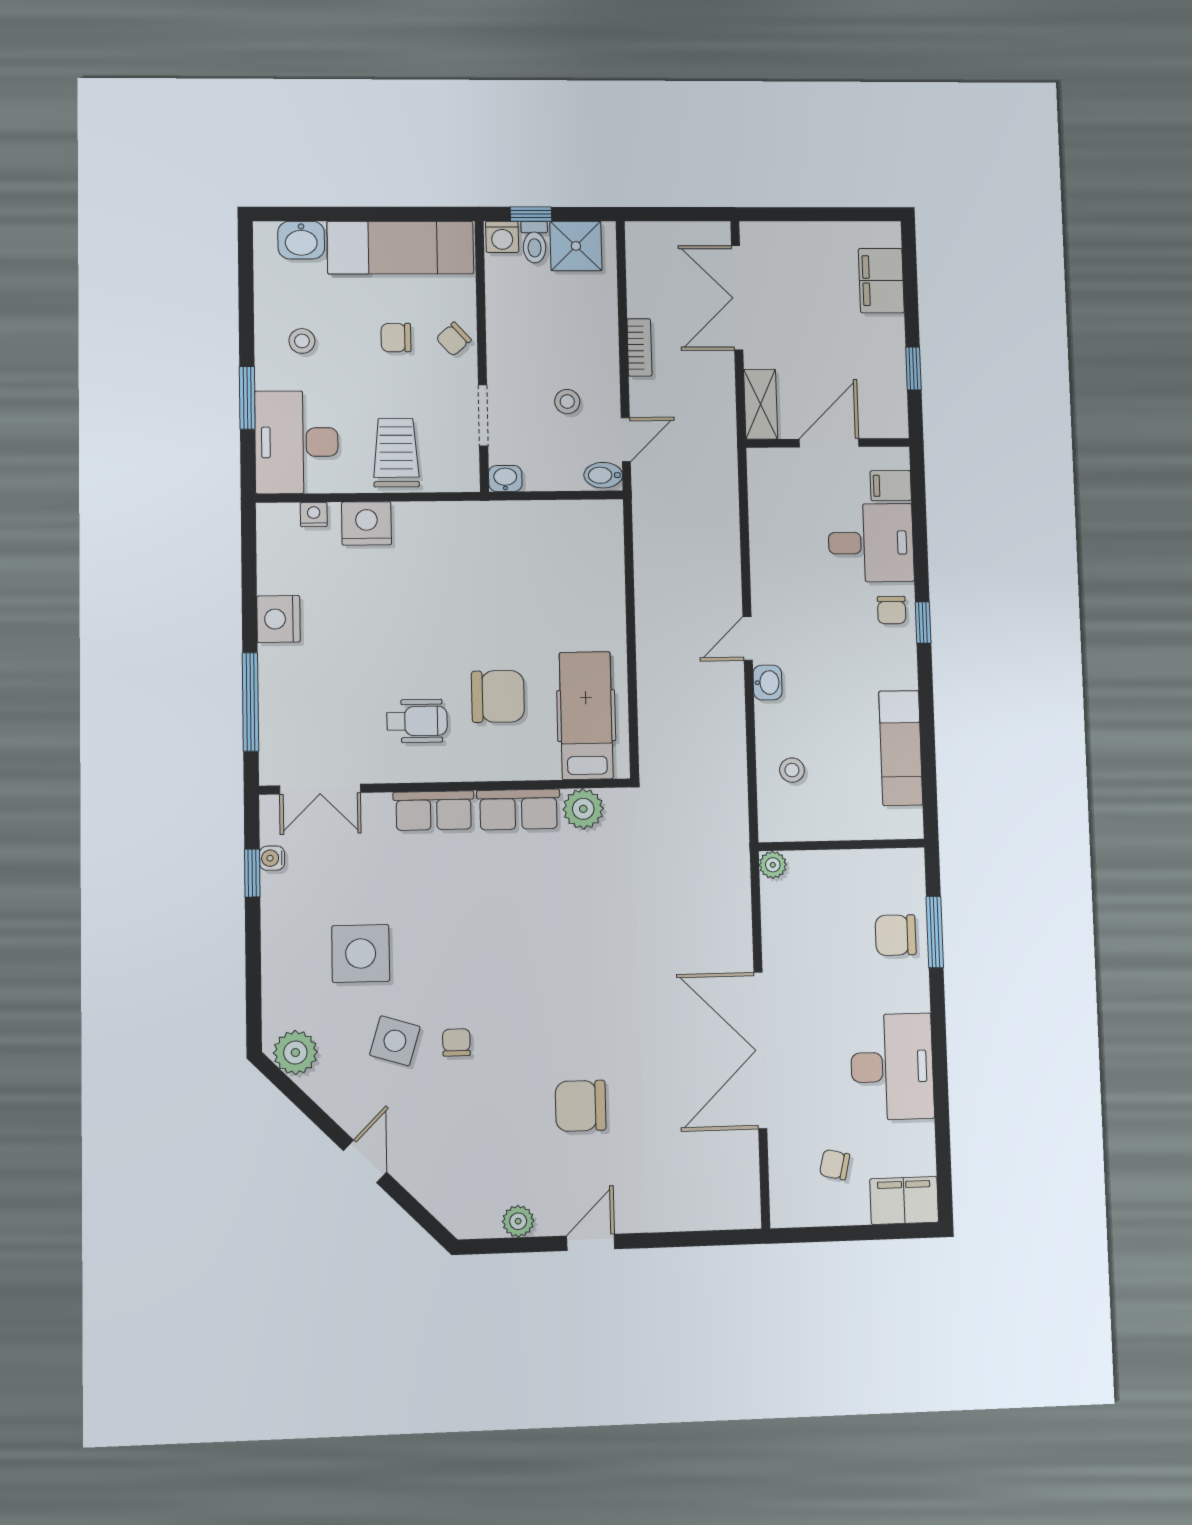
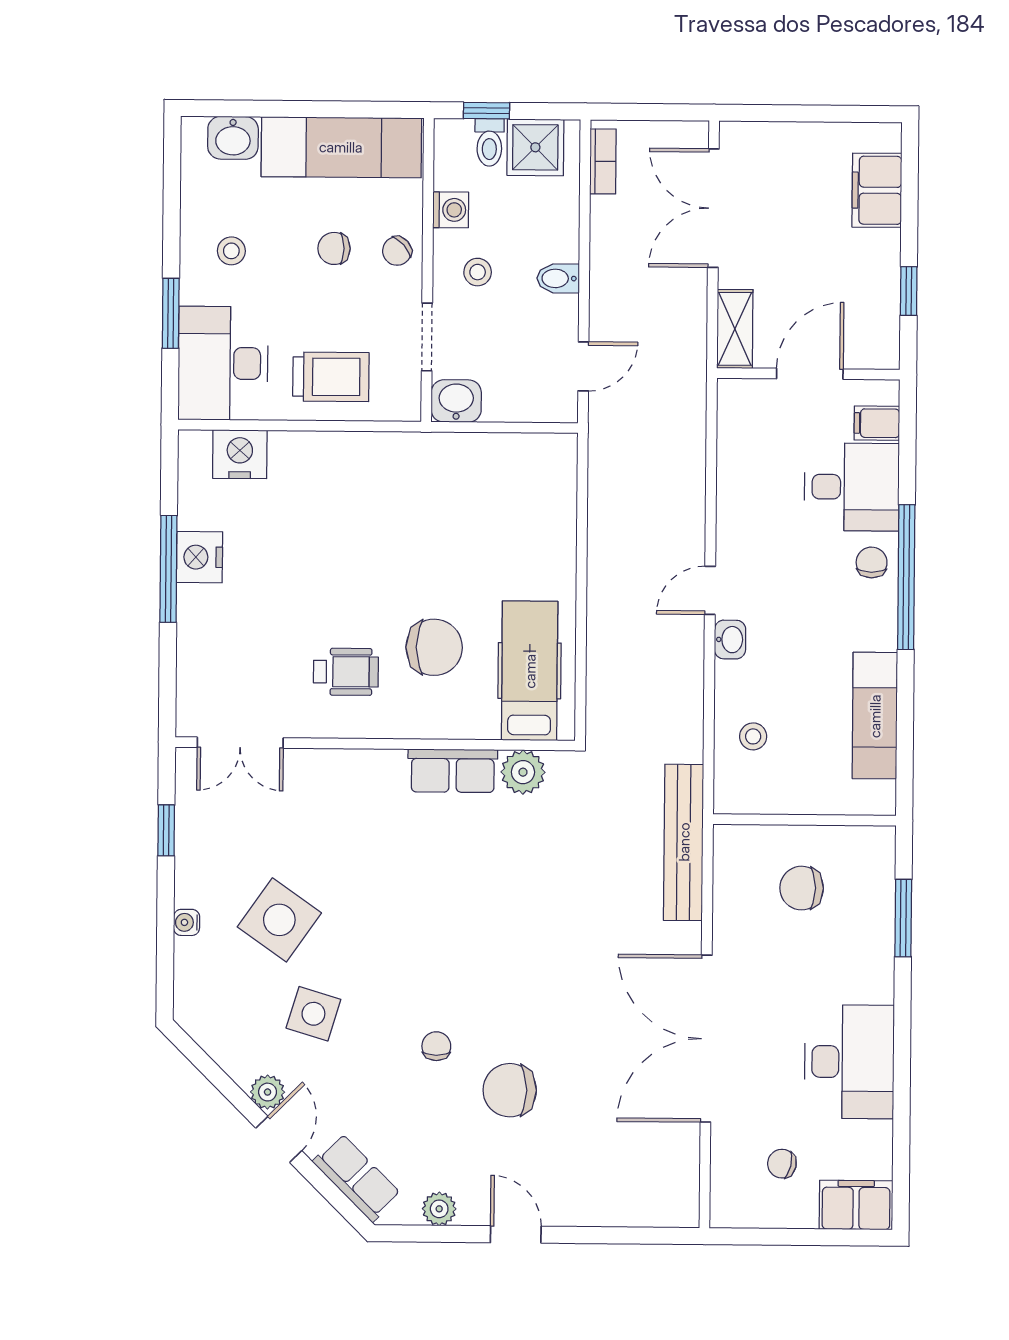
washing machine: (502, 237) -> (451, 210), moved, turned -90
bookcase: (639, 347) -> (603, 161), moved
stool: (567, 402) -> (478, 272), moved
trolley: (396, 453) -> (331, 377), turned 90
bidet: (603, 475) -> (558, 278), moved
washbasin: (505, 479) -> (456, 401), width x1.38, depth x1.45
nightstand: (314, 515) -> (240, 454), width x1.89, depth x1.79
nightstand: (366, 523) -> (297, 454), removed
chair: (892, 610) -> (872, 562), turned 180
window: (923, 622) -> (906, 577), width x3.17
window: (250, 702) -> (168, 569), moved
row of seats: (434, 811) -> (357, 1178), moved, turned -135
water cooler: (272, 858) -> (187, 922), moved
plant: (773, 865) -> (728, 839), removed
bench: (733, 869) -> (684, 842), added
chair: (896, 935) -> (802, 888), moved
side table: (361, 954) -> (279, 920), turned 35
chair: (456, 1042) -> (436, 1046), moved
plant: (295, 1053) -> (268, 1092), moved, width x0.73, depth x0.73
door: (591, 1242) -> (516, 1234), hinge flipped

